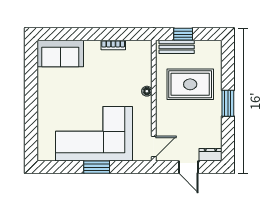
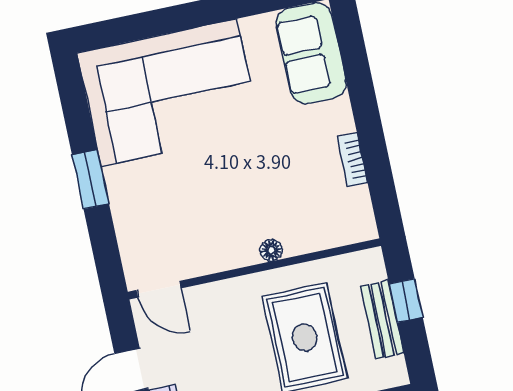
bench: (177, 47) -> (382, 320), moved
corner sofa: (94, 134) -> (169, 93), moved, turned 90

